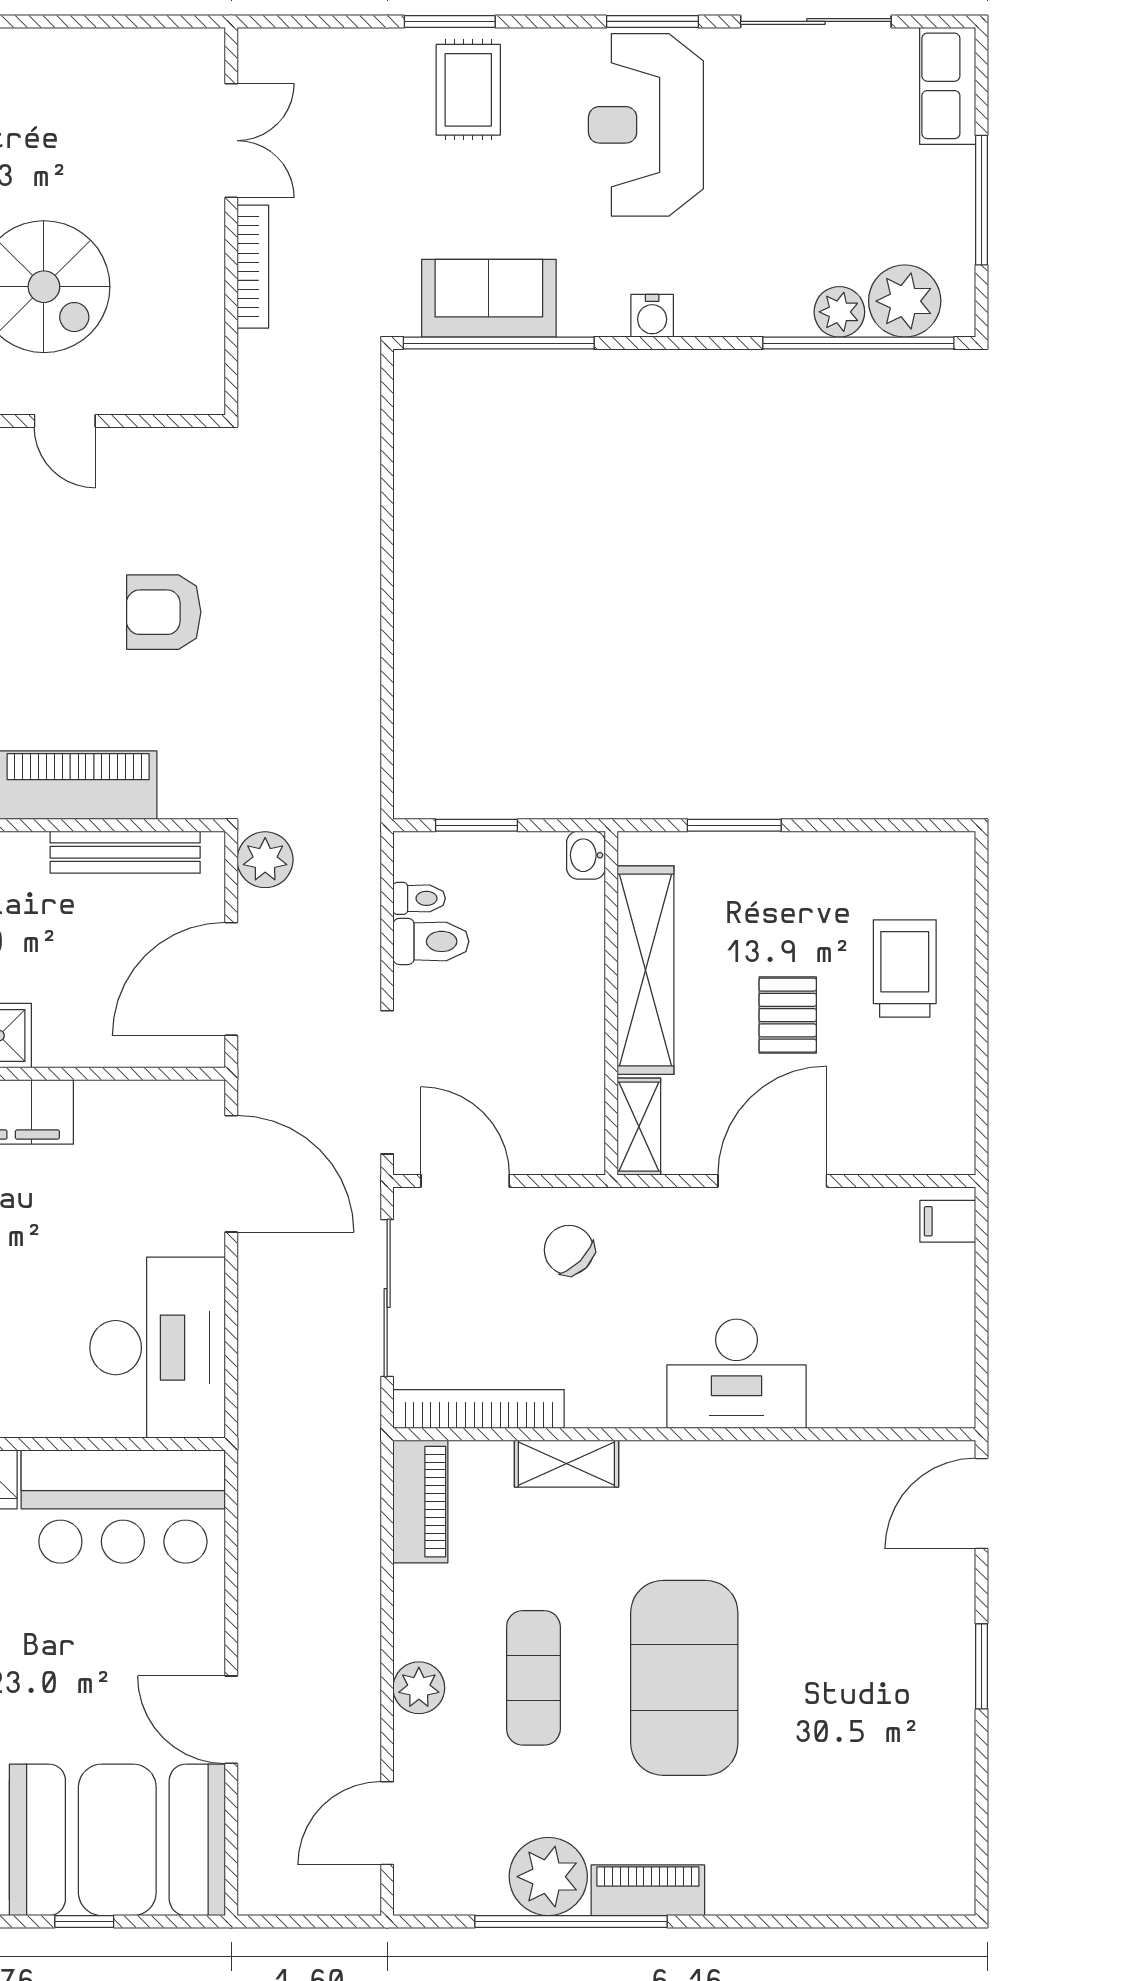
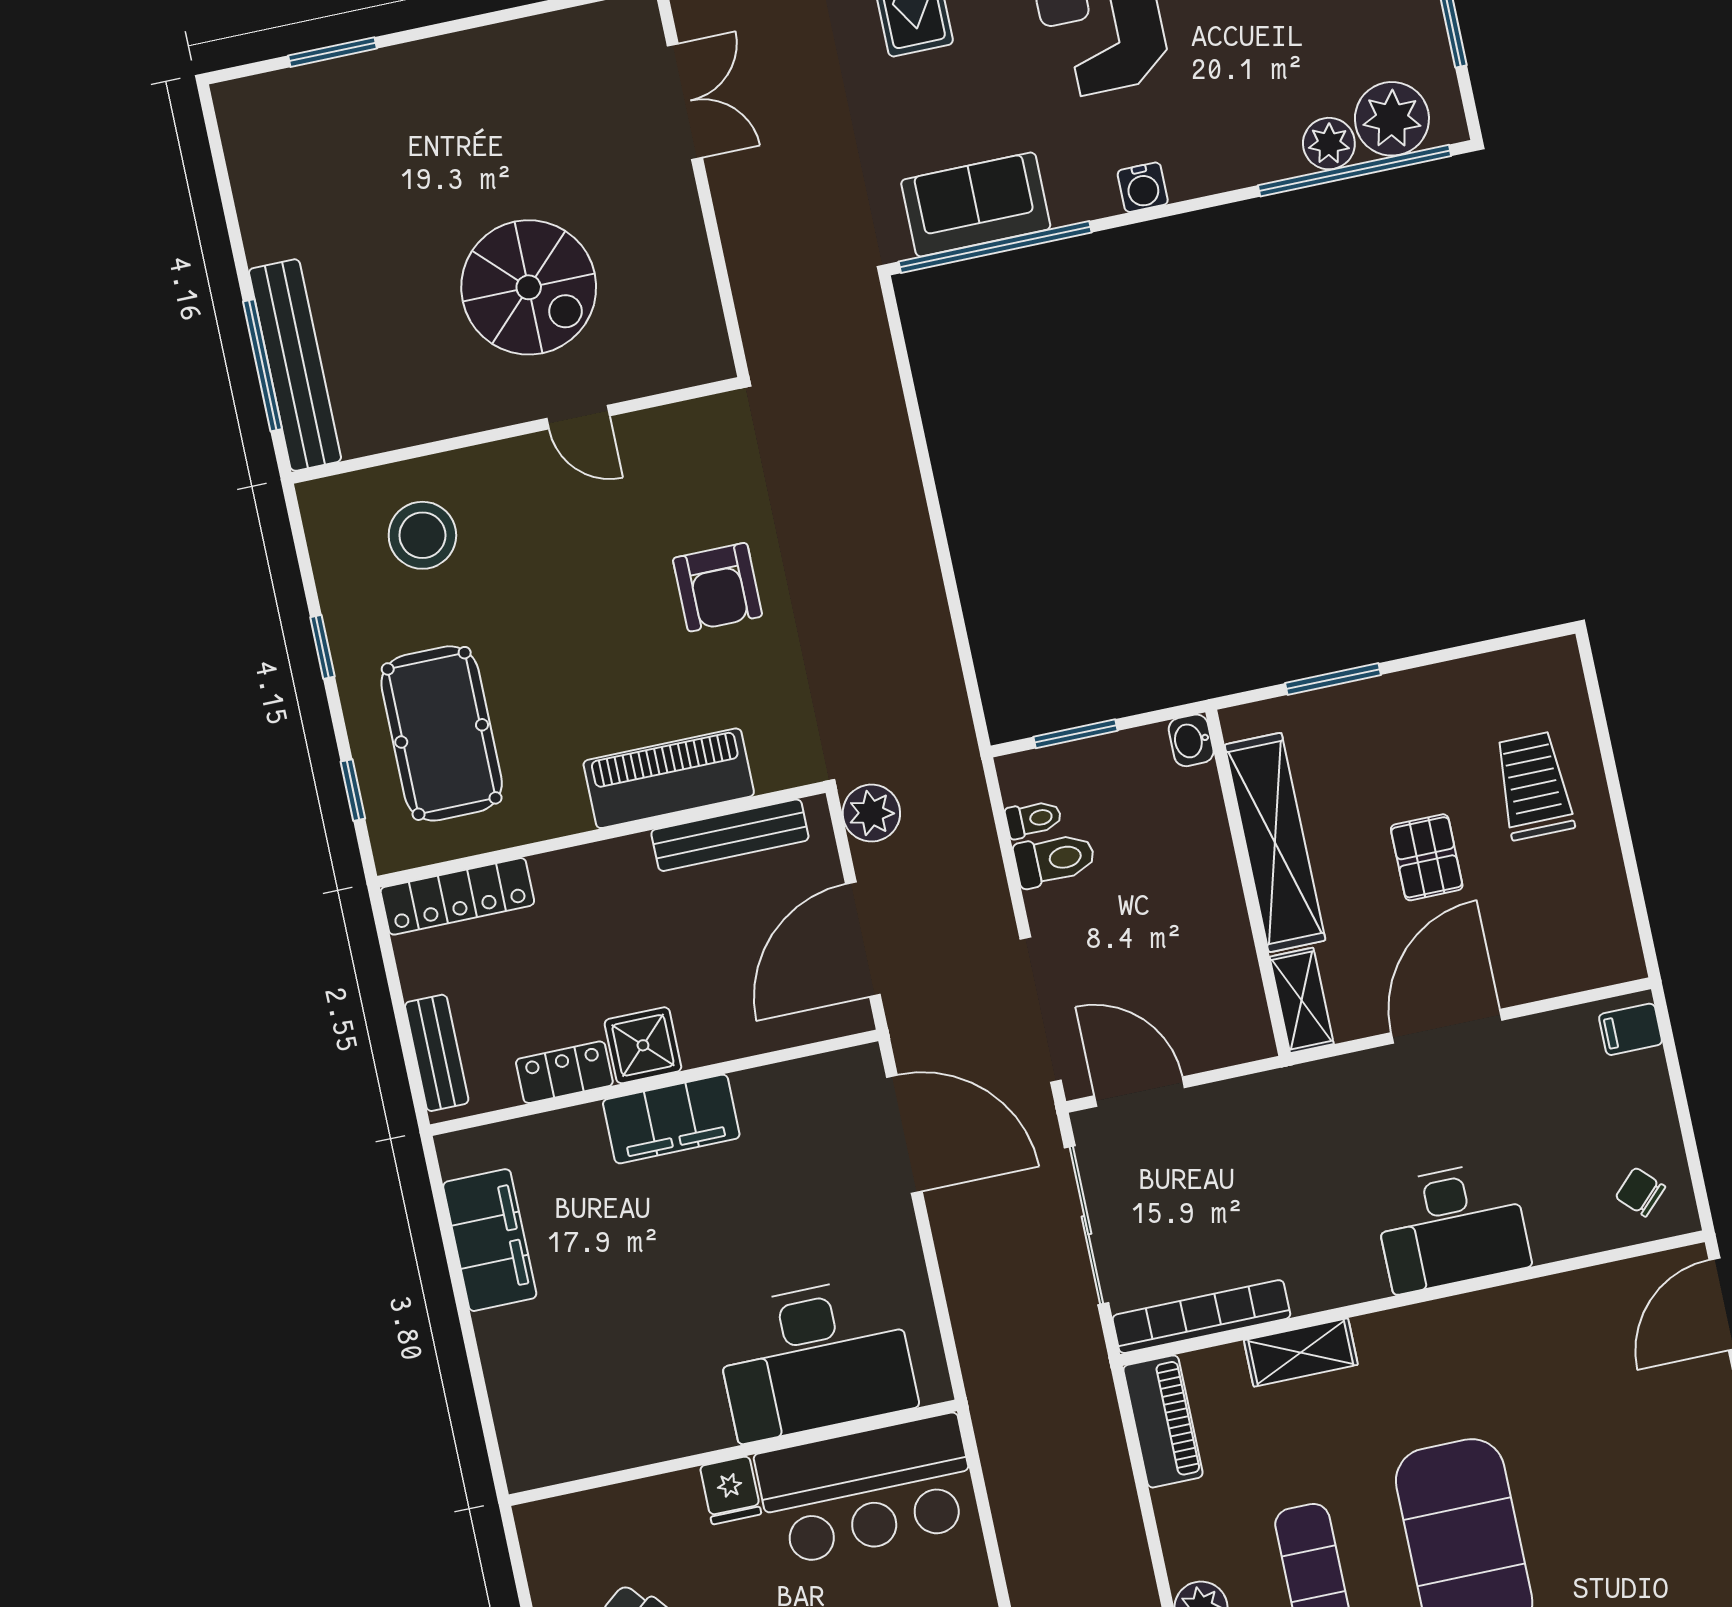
bookcase: (253, 267) -> (733, 223), removed
armchair: (164, 612) -> (718, 587), turned -90
chair: (569, 1250) -> (1640, 1192), moved, width x0.73, depth x0.73
desk: (158, 1348) -> (815, 1358), moved, turned 90

